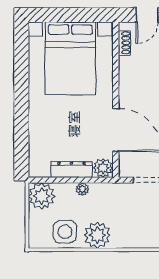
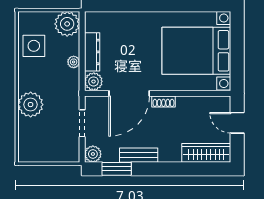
shoe rack: (124, 43) -> (163, 101), moved
plant: (97, 235) -> (31, 105), moved

